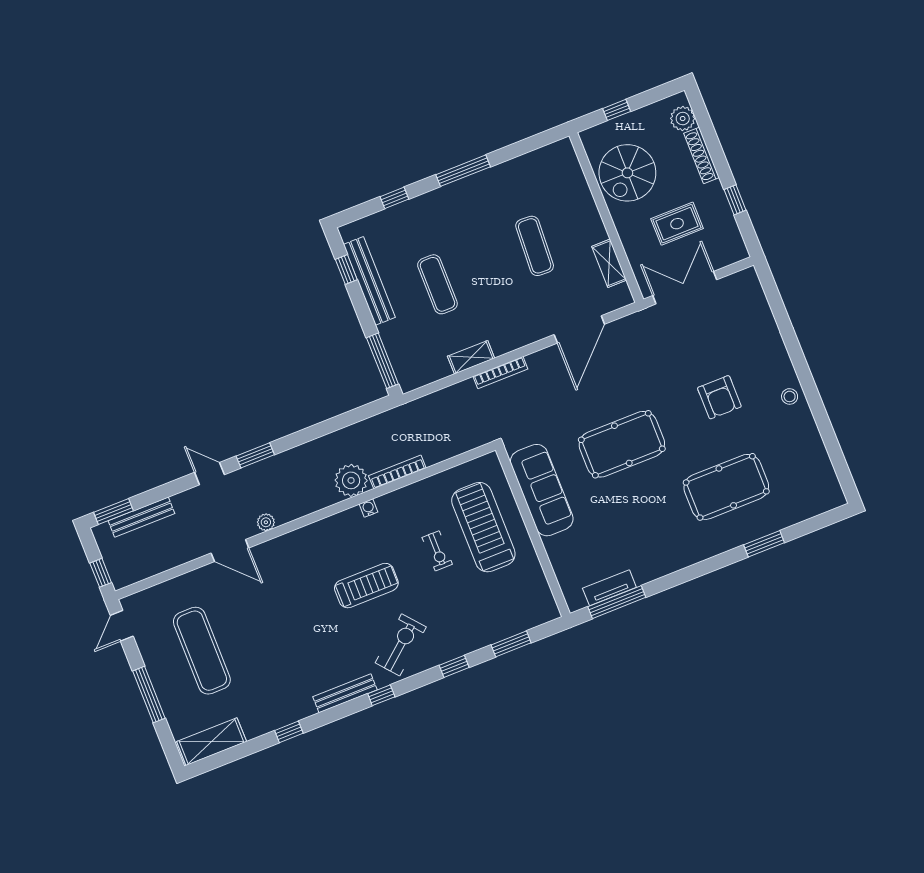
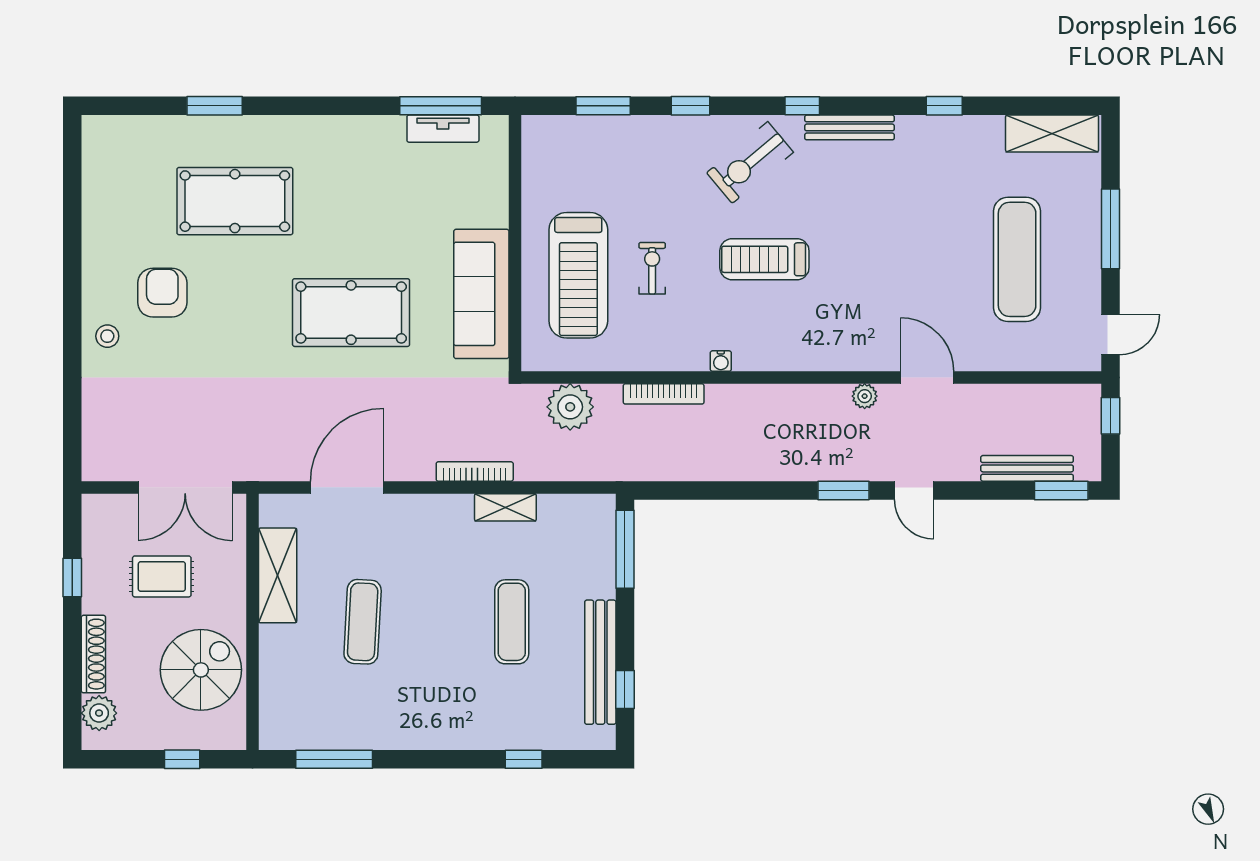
window: (463, 171) -> (334, 759), moved
shelving: (609, 263) -> (278, 575), width x1.50, depth x1.33
stool: (790, 396) -> (107, 336), moved
armchair: (719, 397) -> (162, 293), moved
plant: (351, 480) -> (570, 407), moved

